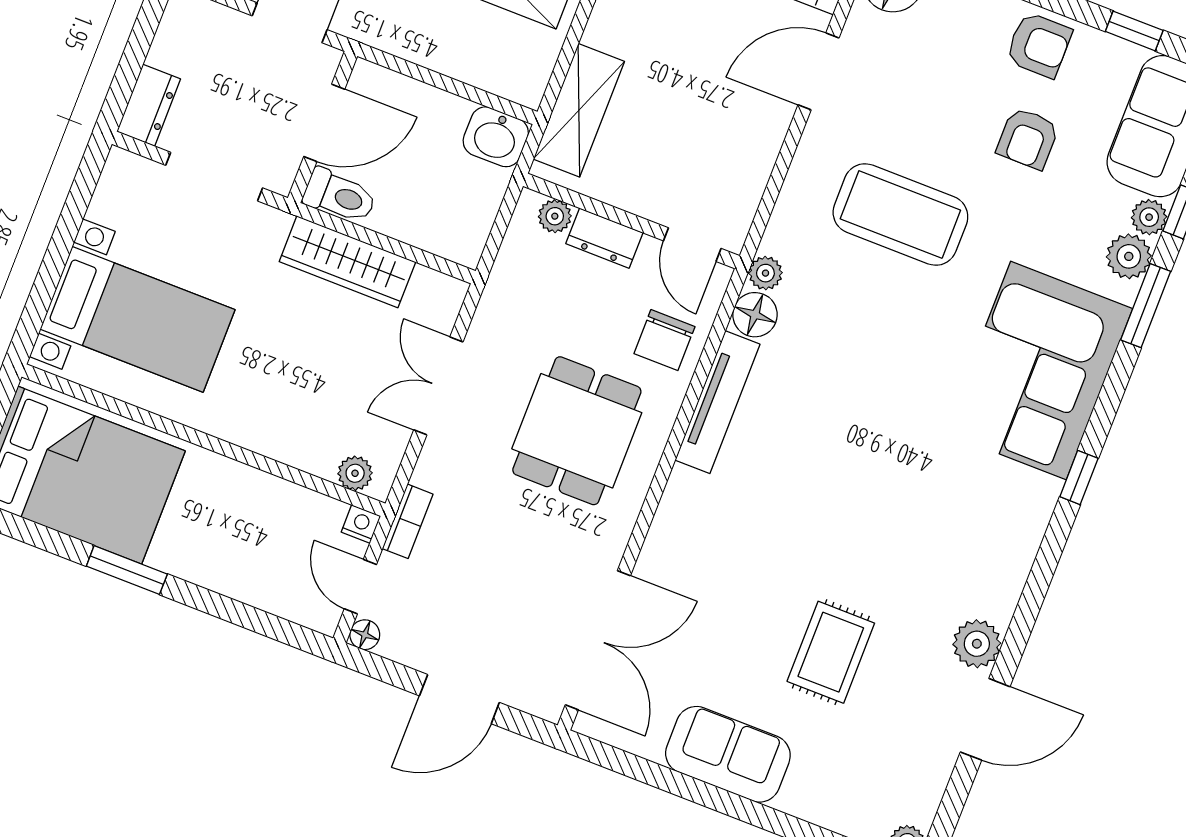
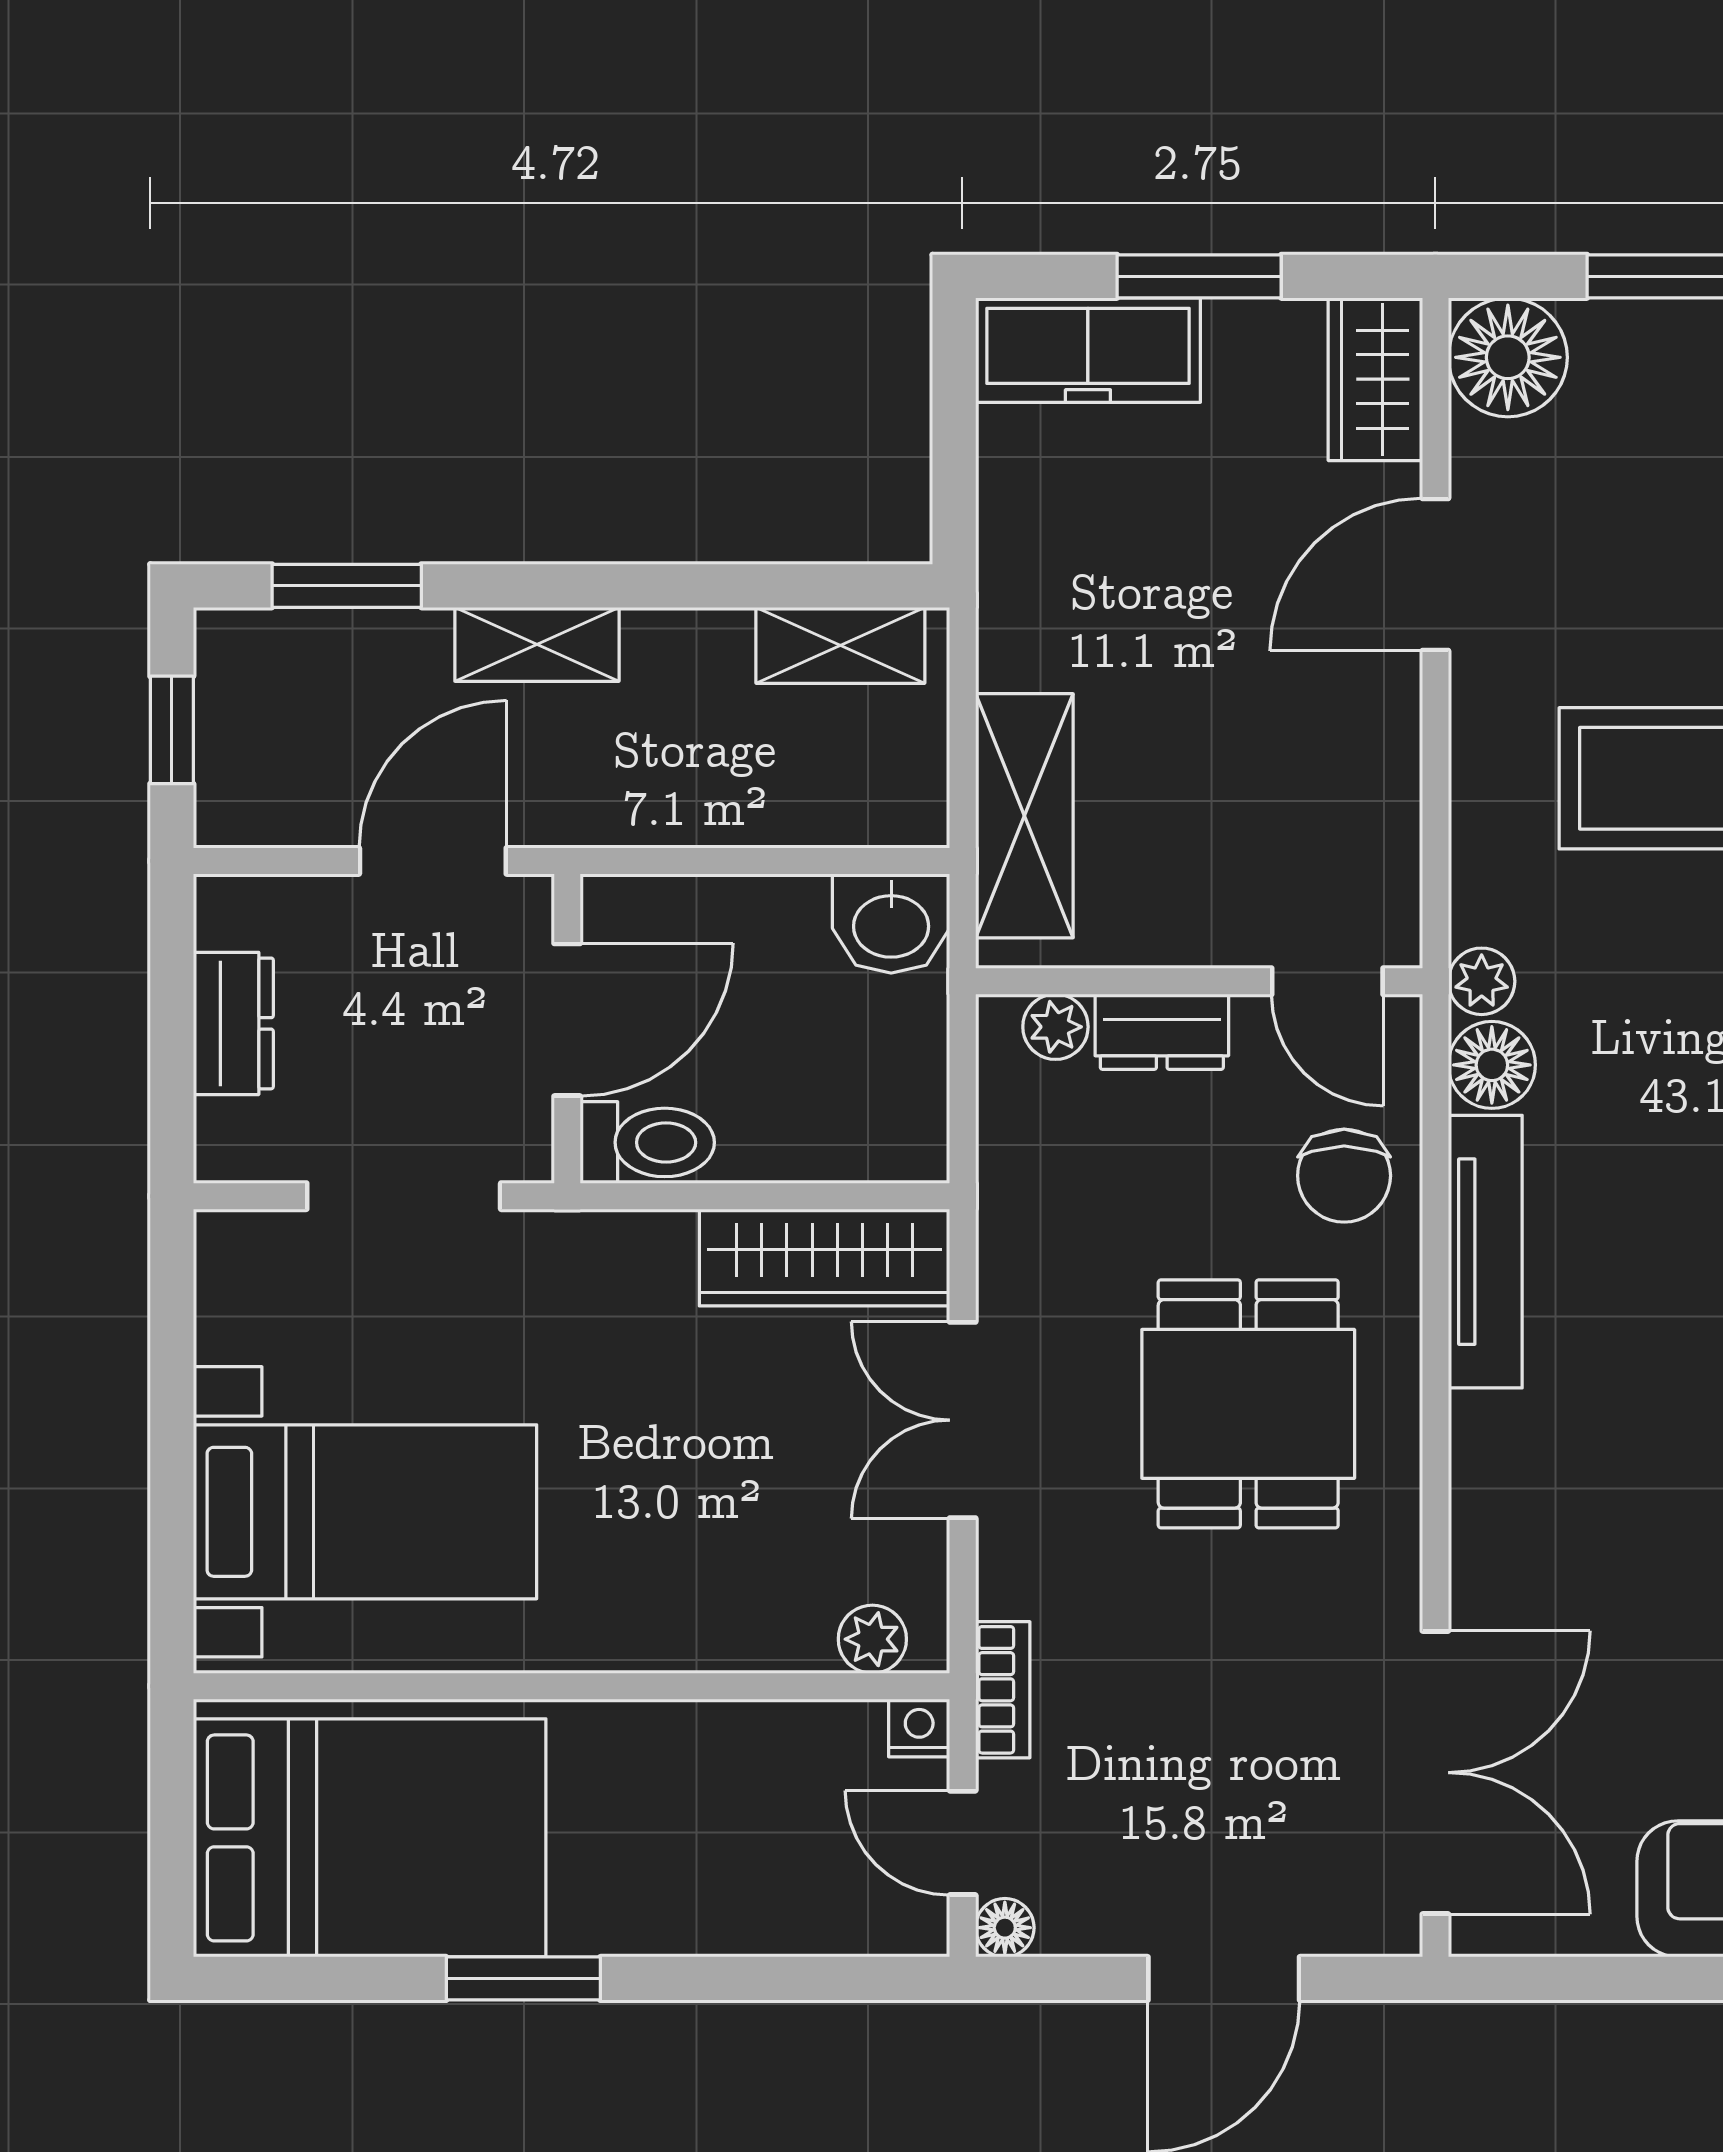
dresser: (149, 105) -> (233, 1023), moved
wardrobe: (347, 262) -> (825, 1257), moved

